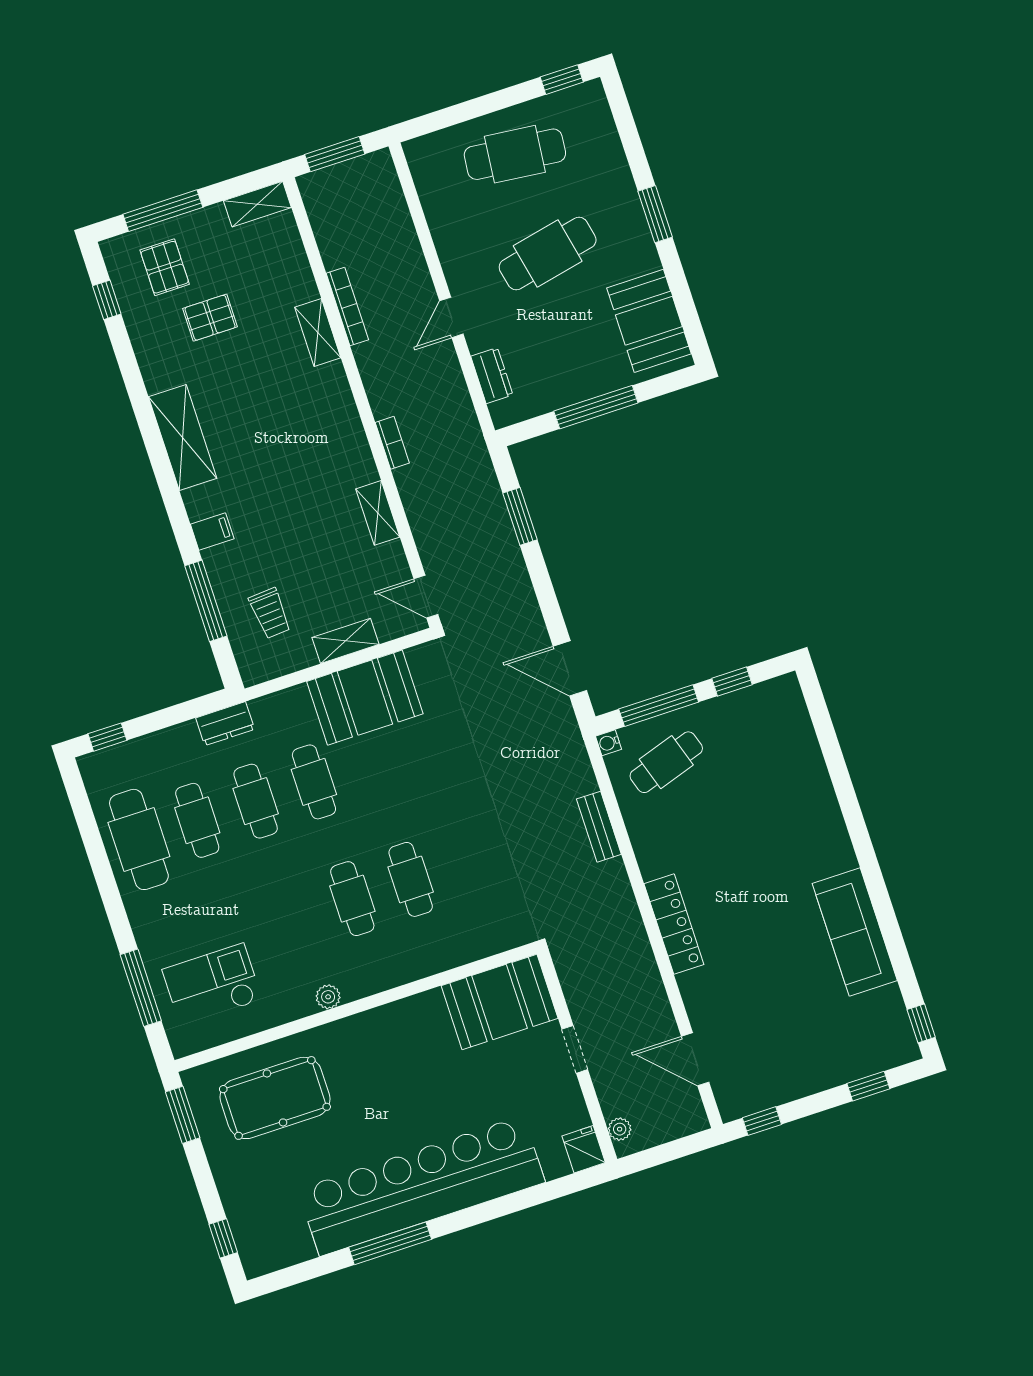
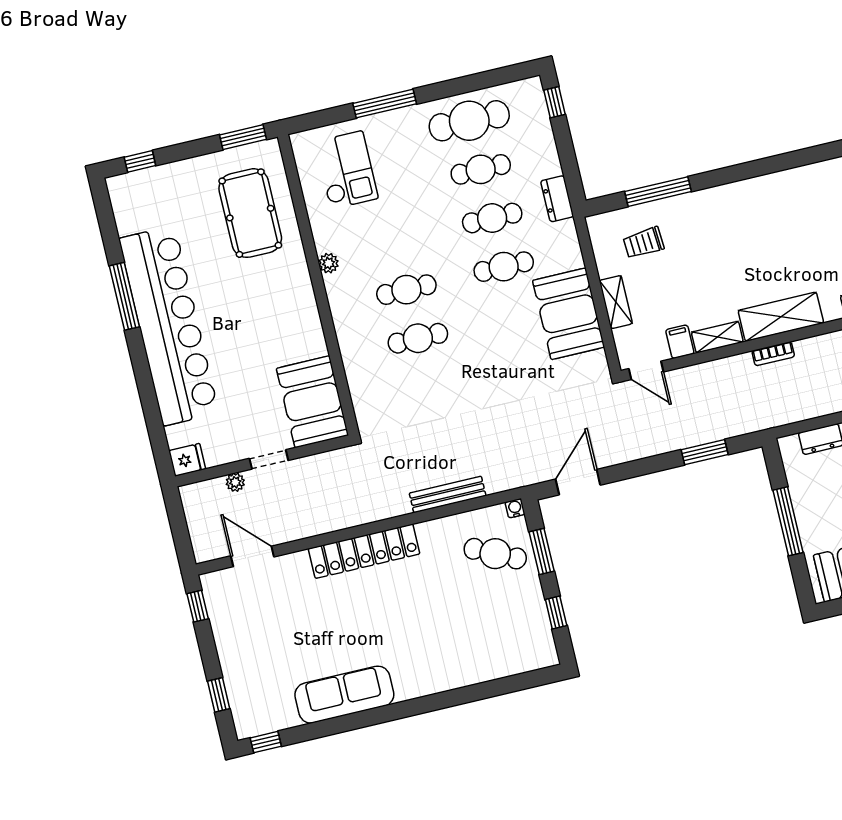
shelving: (183, 438) -> (781, 317), moved
filing cabinet: (212, 532) -> (680, 342), moved, turned 180
door: (426, 597) -> (646, 370), swing flipped
window: (659, 706) -> (542, 551), width x0.69
cafe table: (666, 762) -> (495, 554), turned -46
bench: (599, 827) -> (448, 494), width x1.36
locker: (674, 924) -> (364, 551), width x1.41, depth x1.21
window: (141, 988) -> (385, 104), moved
door: (695, 1059) -> (252, 556), hinge flipped
plant: (620, 1129) -> (235, 482), moved

